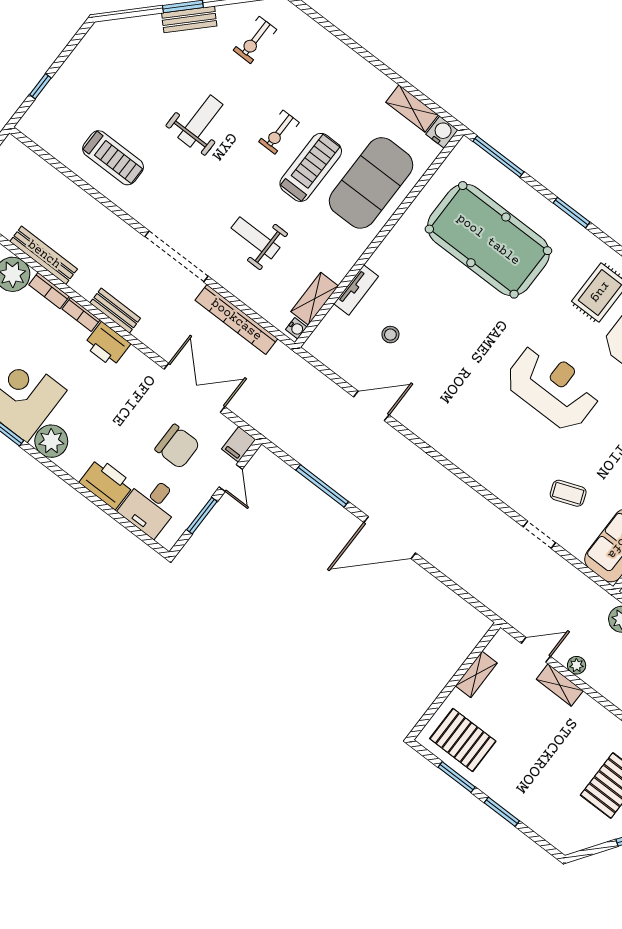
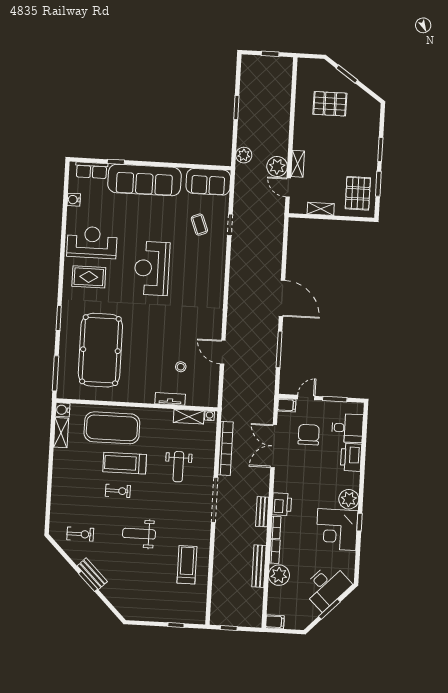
plant: (577, 665) -> (277, 167), width x1.88, depth x1.88

